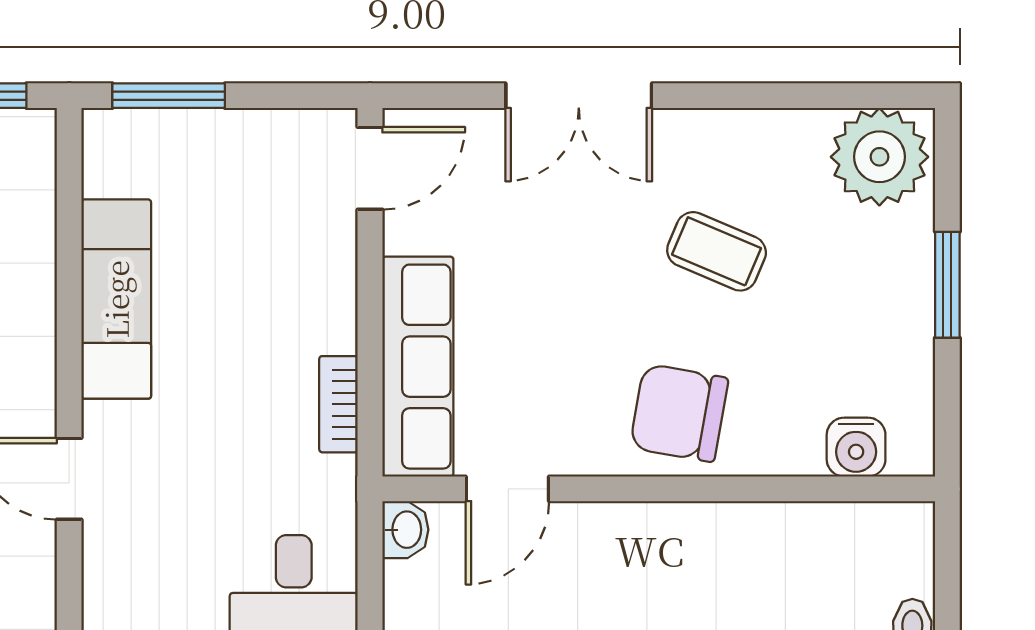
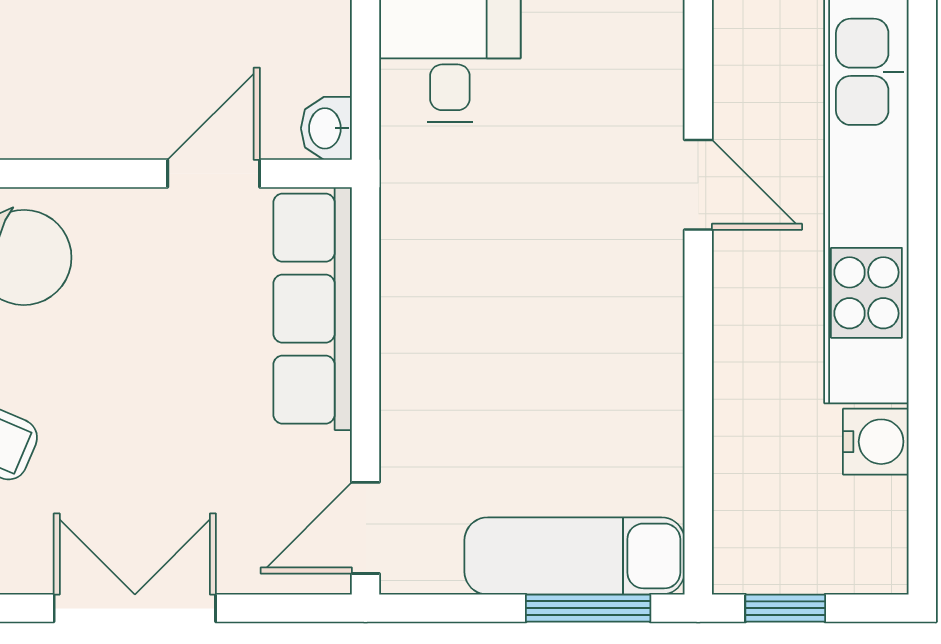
exam couch: (116, 299) -> (575, 556), moved, turned 90
bookcase: (338, 404) -> (400, 267), removed

